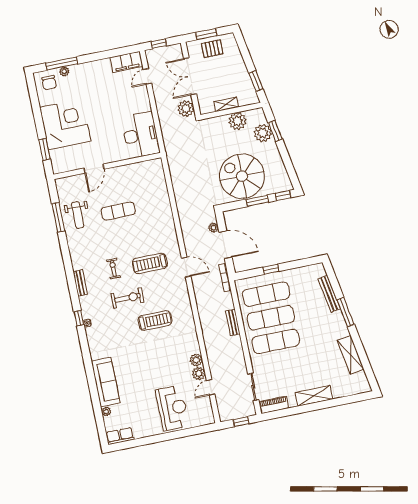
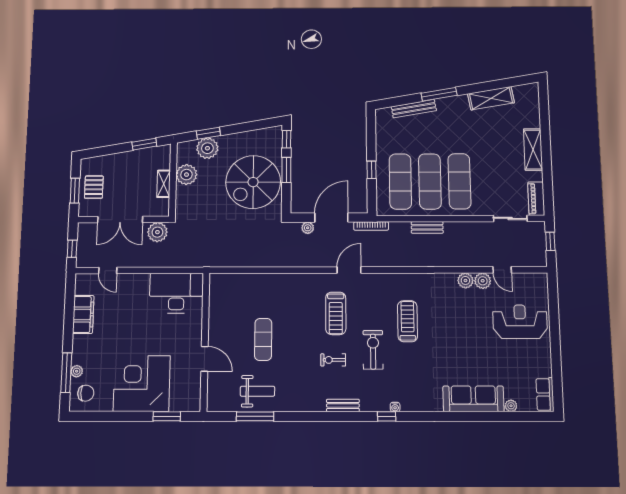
filing cabinet: (126, 62) -> (83, 314), moved

